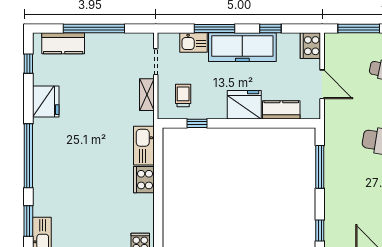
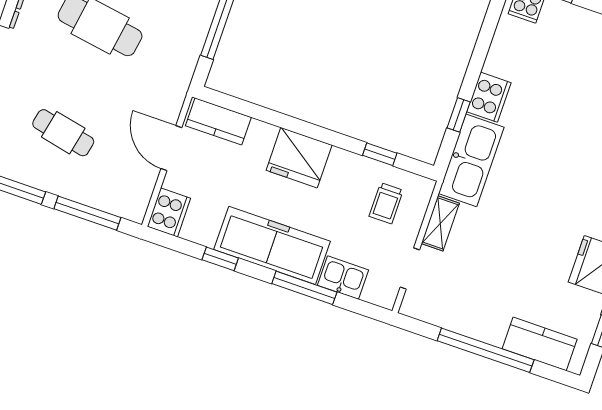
kitchen counter: (281, 110) -> (218, 121), moved
kitchen sink: (144, 146) -> (471, 160), width x1.36, depth x1.24
window: (158, 163) -> (459, 115), added

